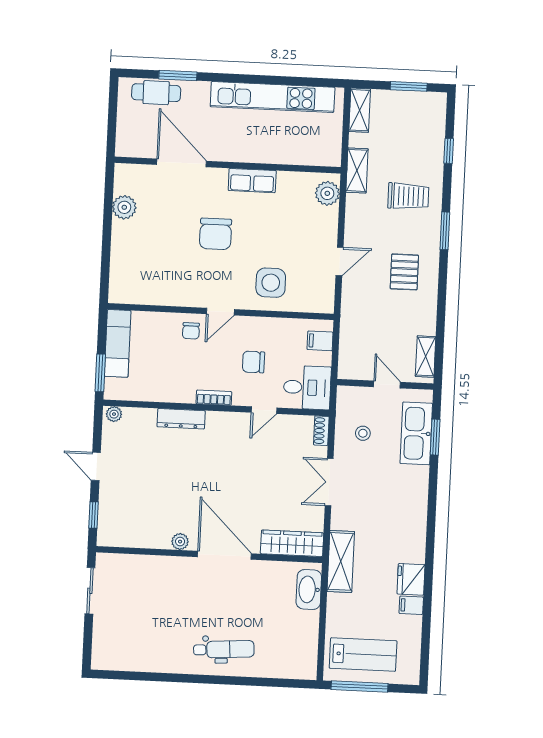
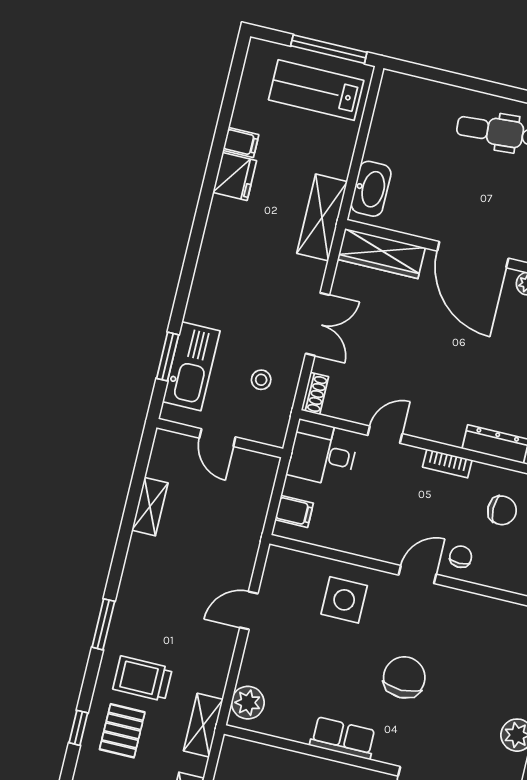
pallet: (404, 272) -> (122, 731), moved
shelving: (426, 357) -> (150, 507), moved
chair: (253, 362) -> (502, 510), moved

